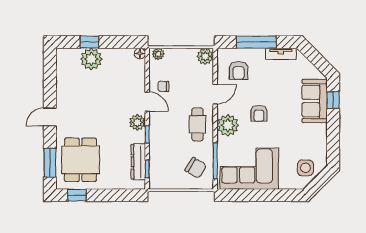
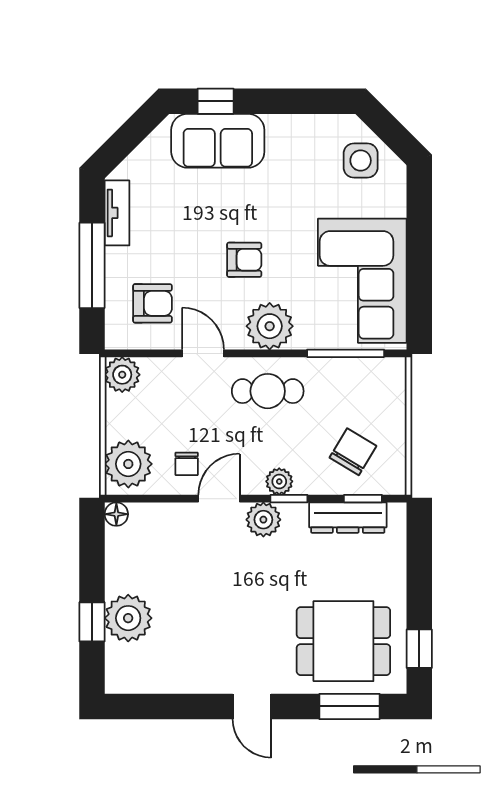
plant: (158, 54) -> (128, 464), width x1.88, depth x1.88
plant: (155, 130) -> (279, 481), added
chair: (196, 168) -> (353, 452), moved

